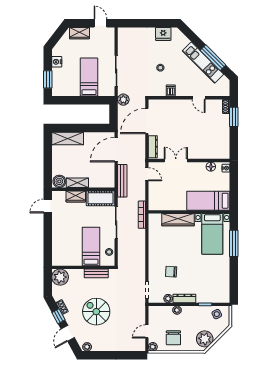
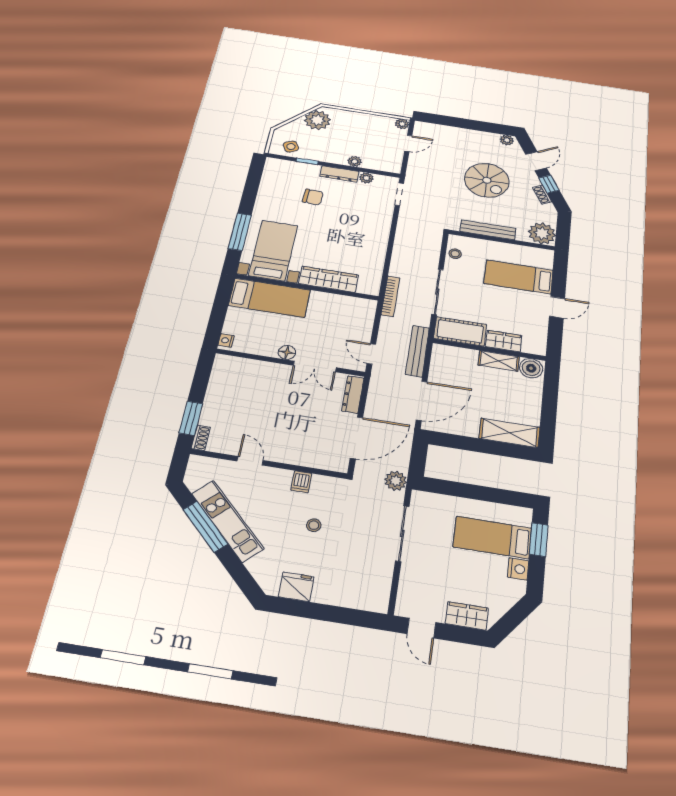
bed: (89, 77) -> (492, 537), moved, turned 90
floor lamp: (211, 167) -> (287, 352), moved
door: (48, 206) -> (557, 307), moved
bed: (91, 246) -> (519, 277), moved, turned 90
chair: (171, 272) -> (313, 197), moved
bench: (96, 273) -> (488, 230), width x1.36
chair: (173, 338) -> (367, 129), removed

